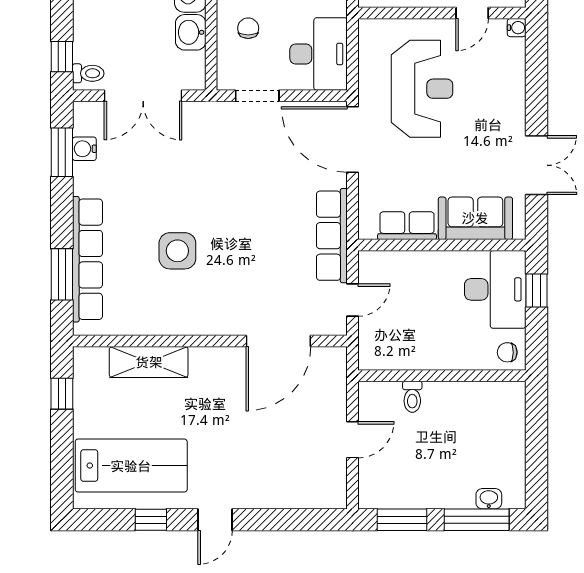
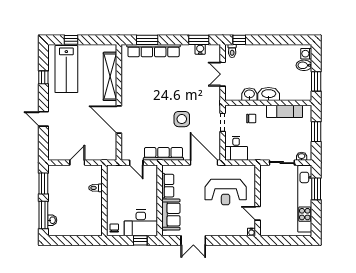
desk: (319, 54) -> (236, 148), width x0.73
double door: (143, 96) -> (223, 74), width x0.73
door: (352, 140) -> (204, 163), hinge flipped
side table: (177, 251) -> (182, 119), moved
door: (278, 341) -> (119, 119), moved
shelving: (149, 362) -> (110, 76), width x1.47
window: (62, 394) -> (71, 40), moved
door: (352, 440) -> (77, 163), swing flipped
door: (215, 520) -> (43, 119), moved

